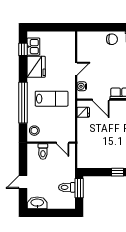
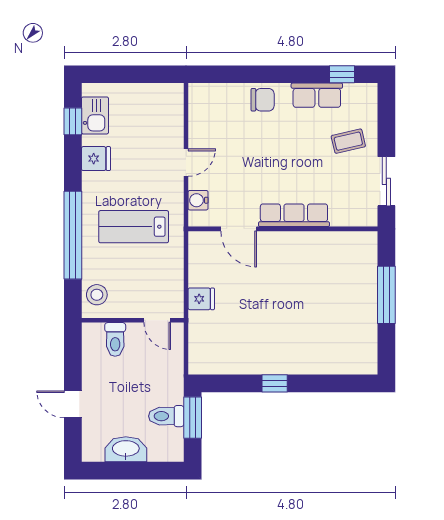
fridge: (36, 67) -> (96, 159), width x0.53, depth x0.75
lab bench: (52, 99) -> (134, 227), turned 180
fridge: (83, 112) -> (201, 299), moved
door: (23, 182) -> (73, 404), hinge flipped
washbasin: (37, 203) -> (126, 449), moved

